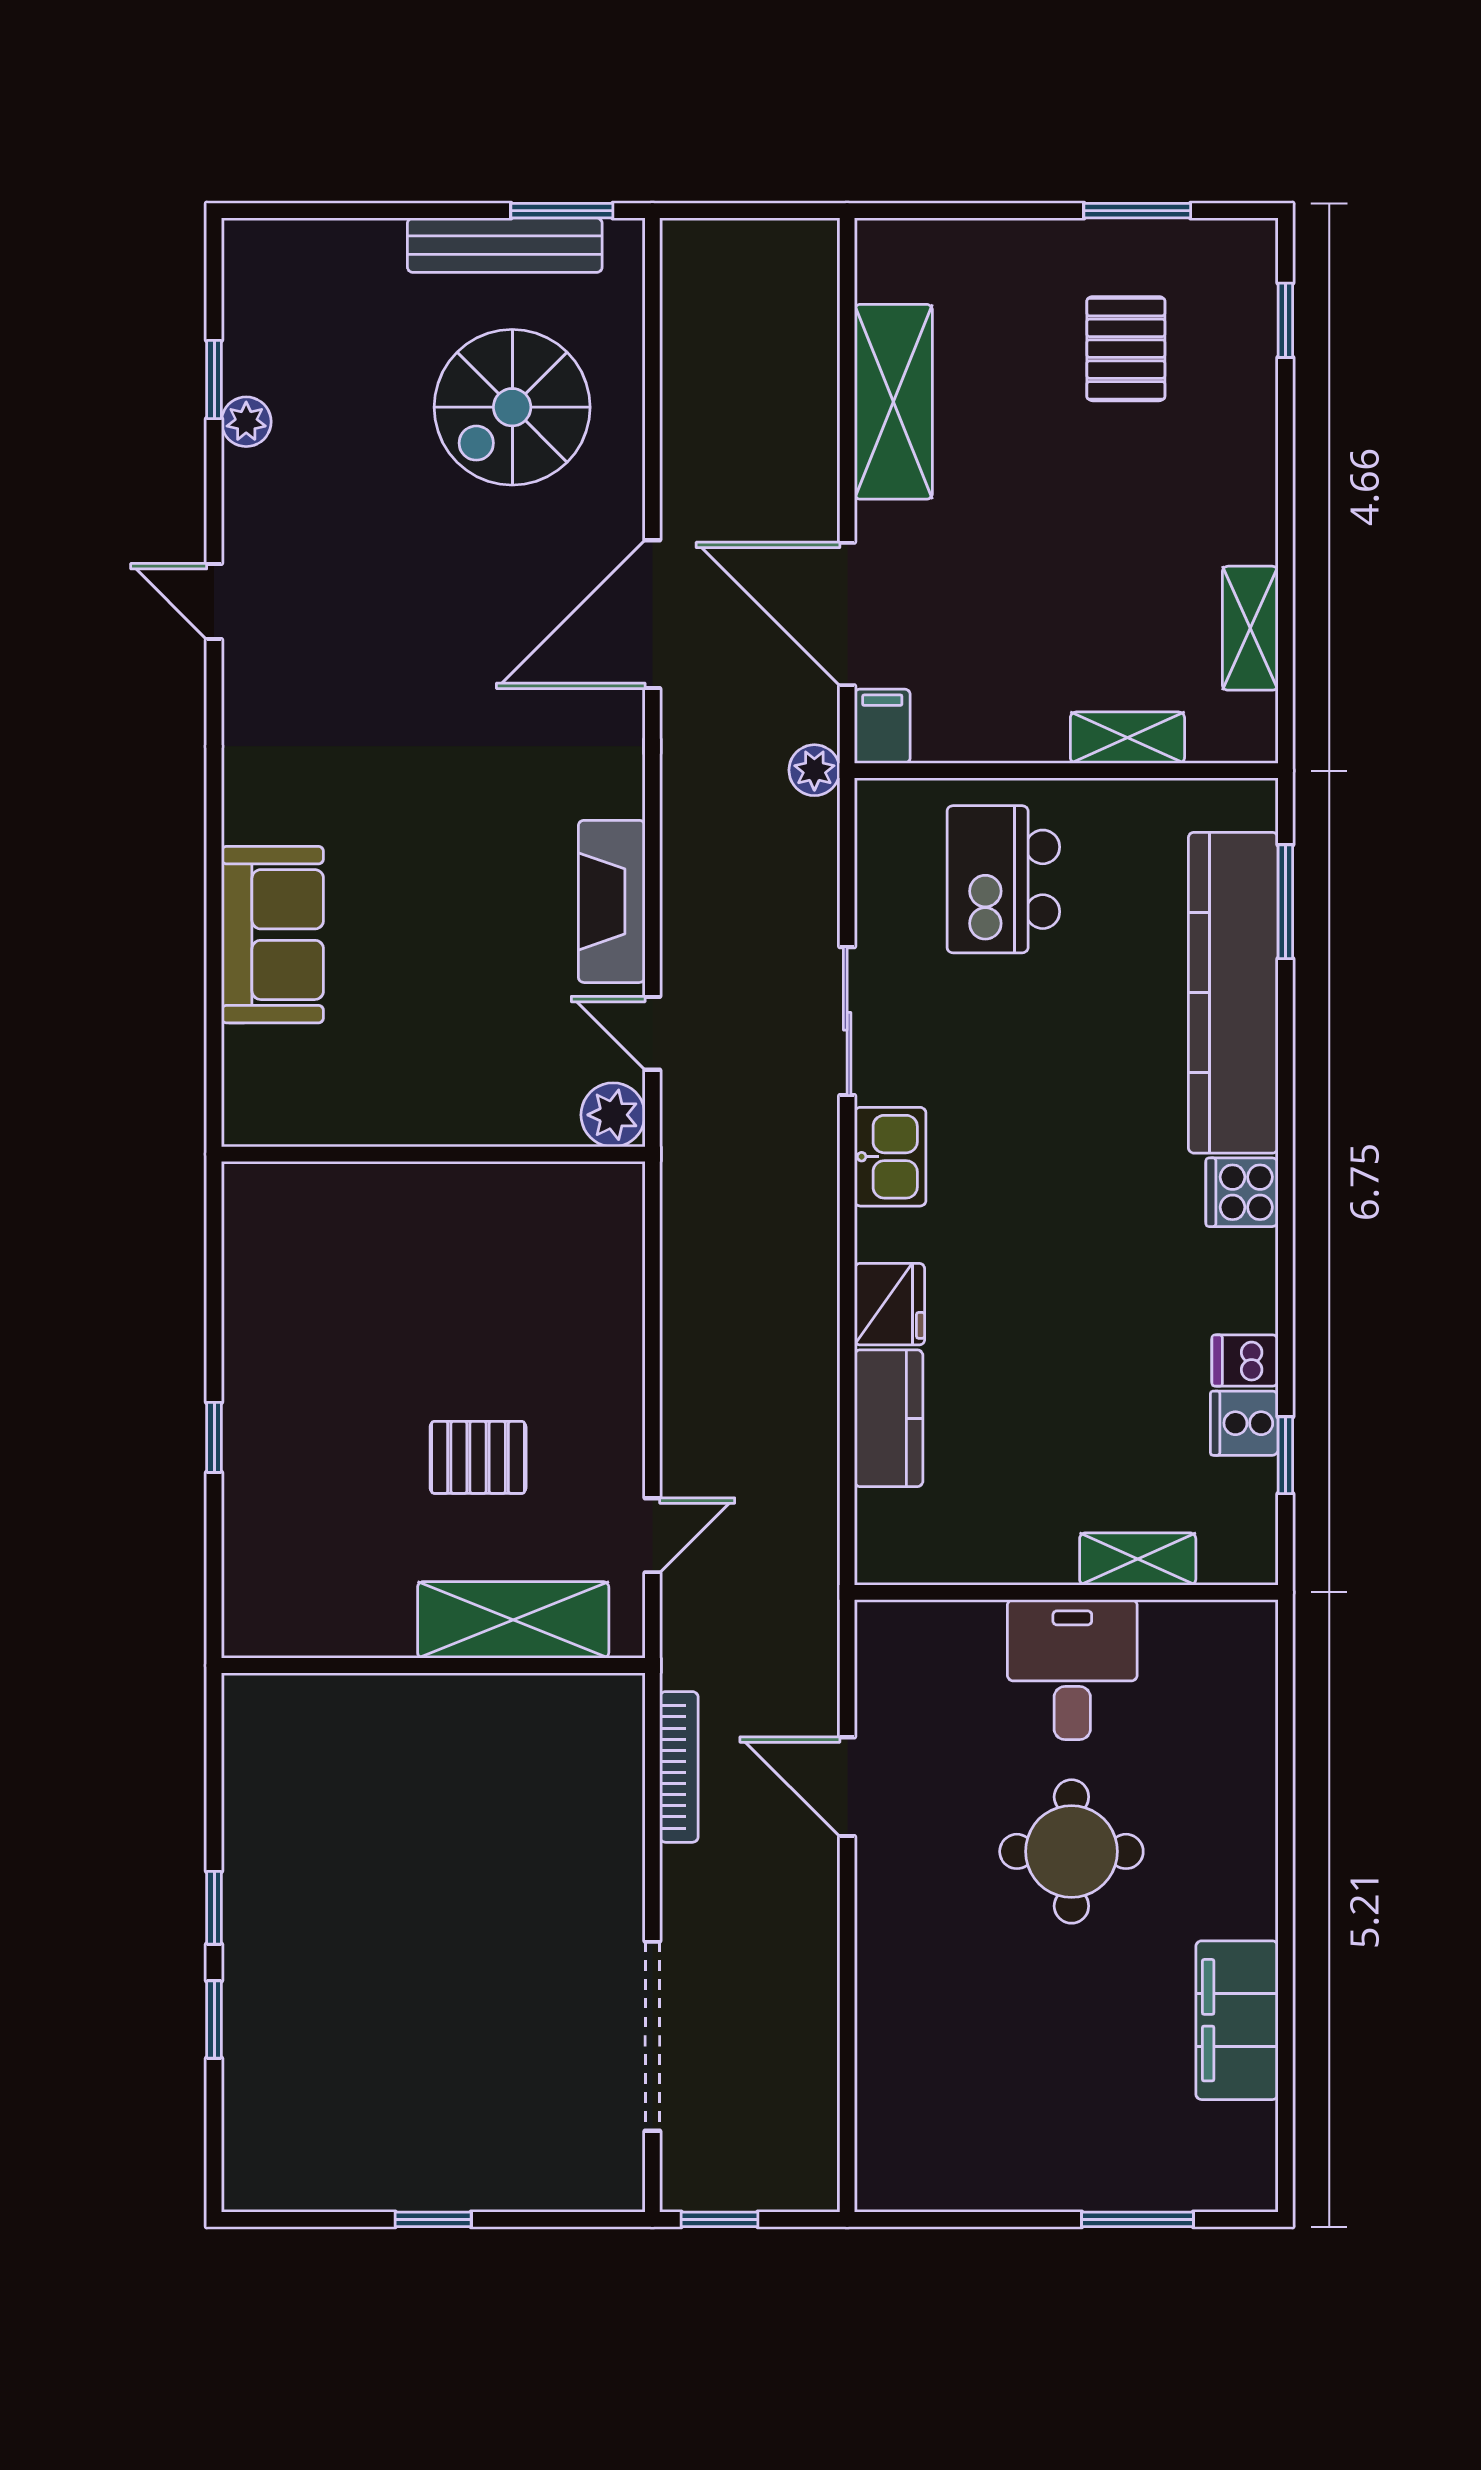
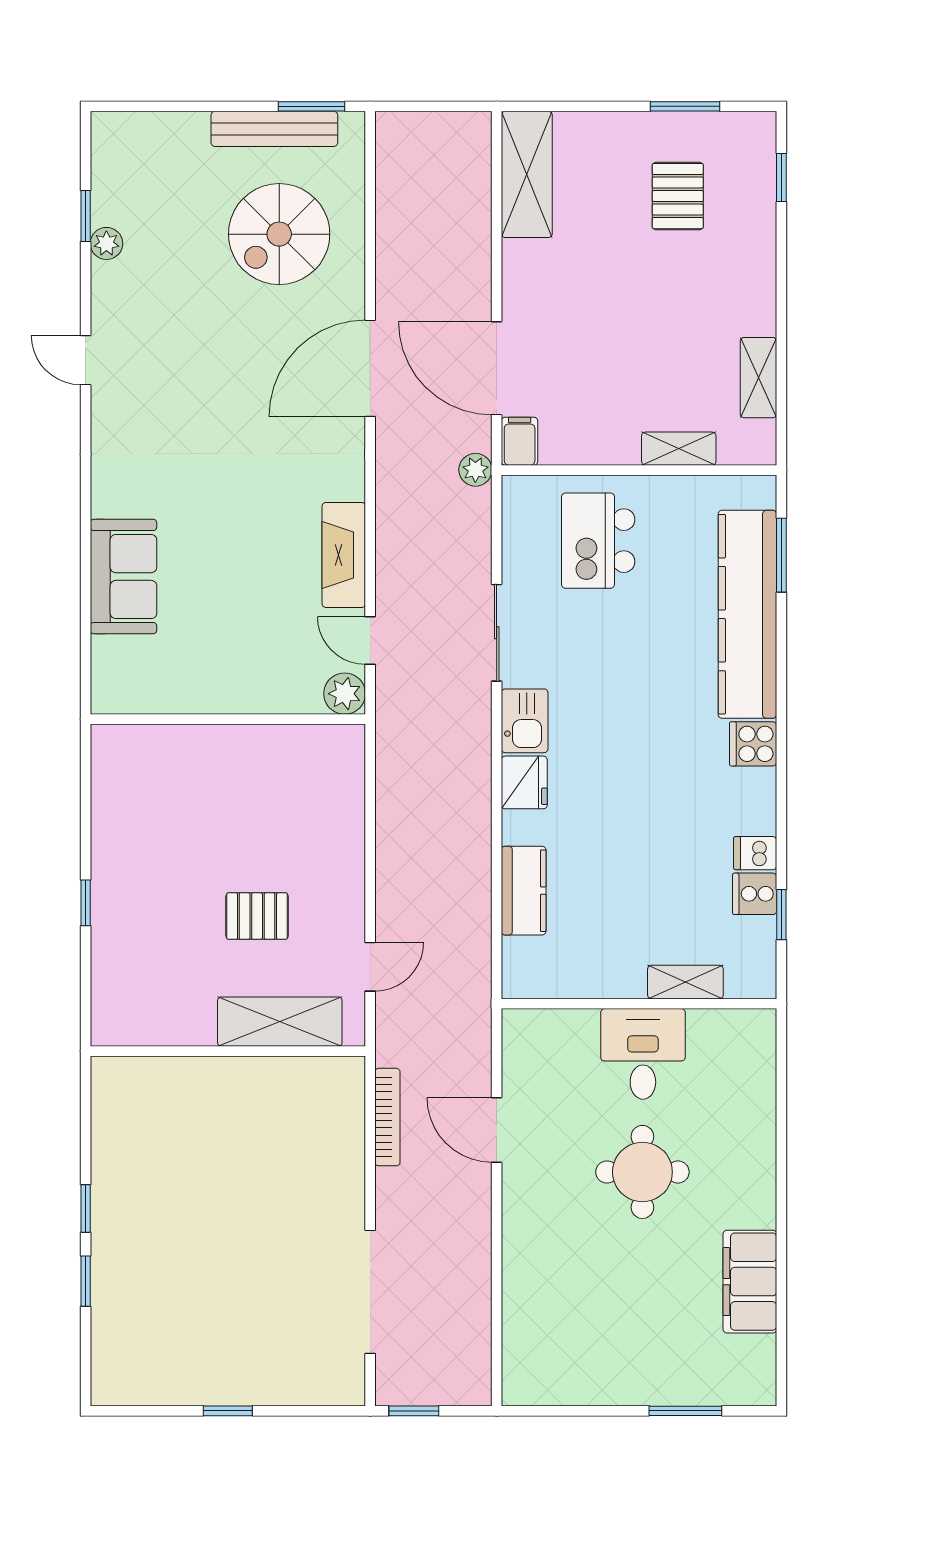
shelving: (893, 402) -> (527, 174), moved
fridge: (890, 1304) -> (524, 782), moved

